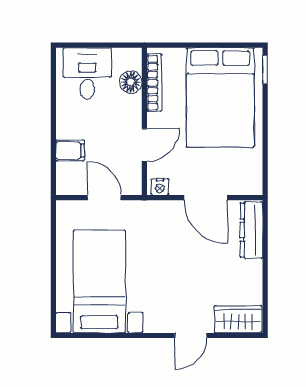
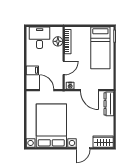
bed: (220, 97) -> (100, 48), width x0.67
bed with nightstands: (99, 282) -> (51, 126), width x1.36

